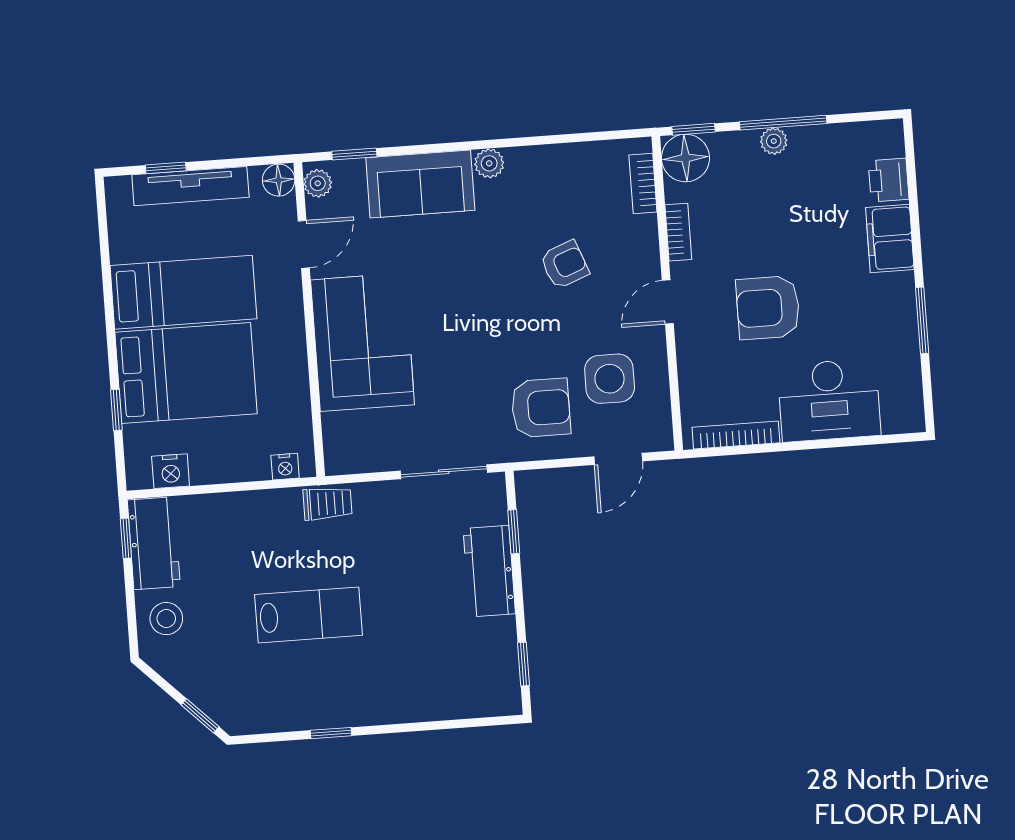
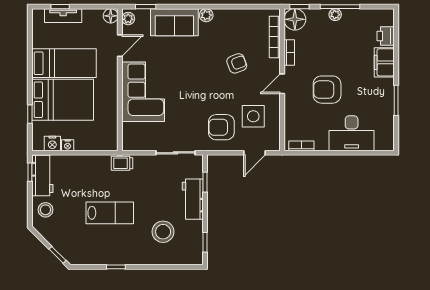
bookcase: (643, 183) -> (275, 37), width x1.56
tv unit: (190, 186) -> (63, 16), width x0.71
armchair: (541, 408) -> (221, 127), turned 180
bookcase: (736, 435) -> (301, 146), width x0.64
nightstand: (285, 467) -> (68, 145), moved
trolley: (327, 503) -> (122, 163), turned 180
stool: (429, 648) -> (163, 232), added

